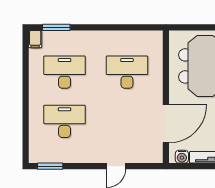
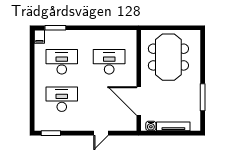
door: (166, 124) -> (139, 101), swing flipped

